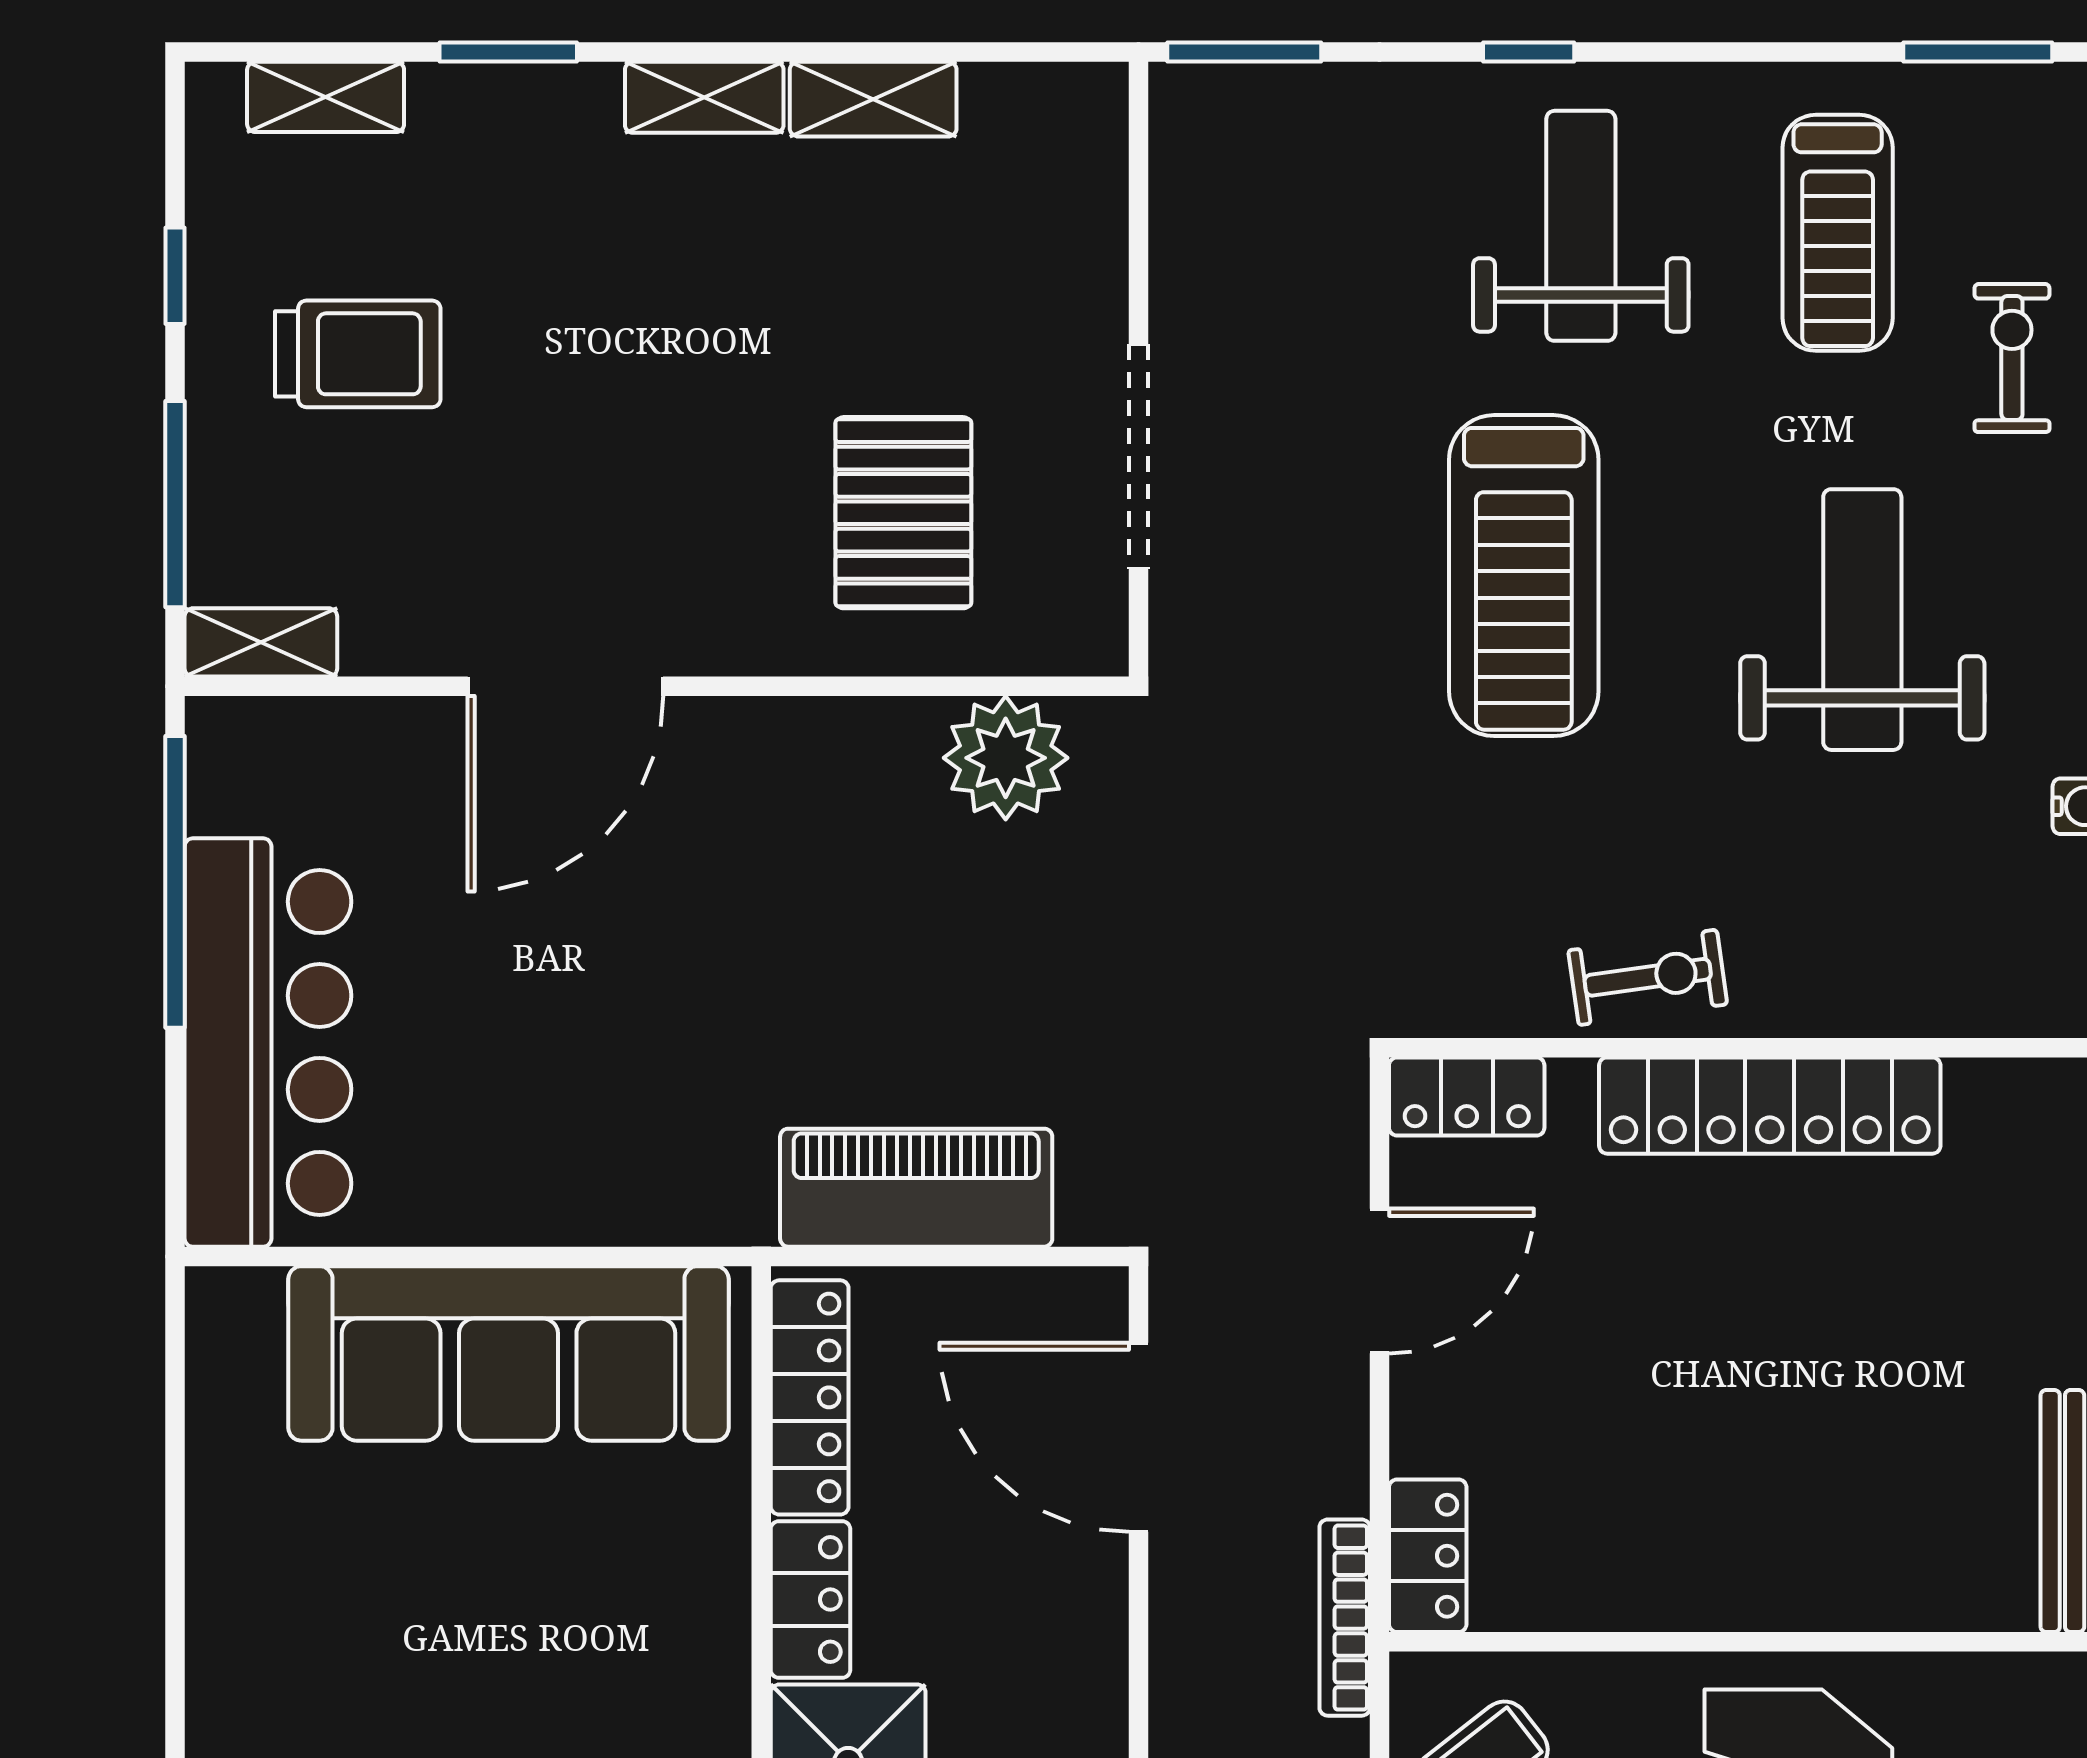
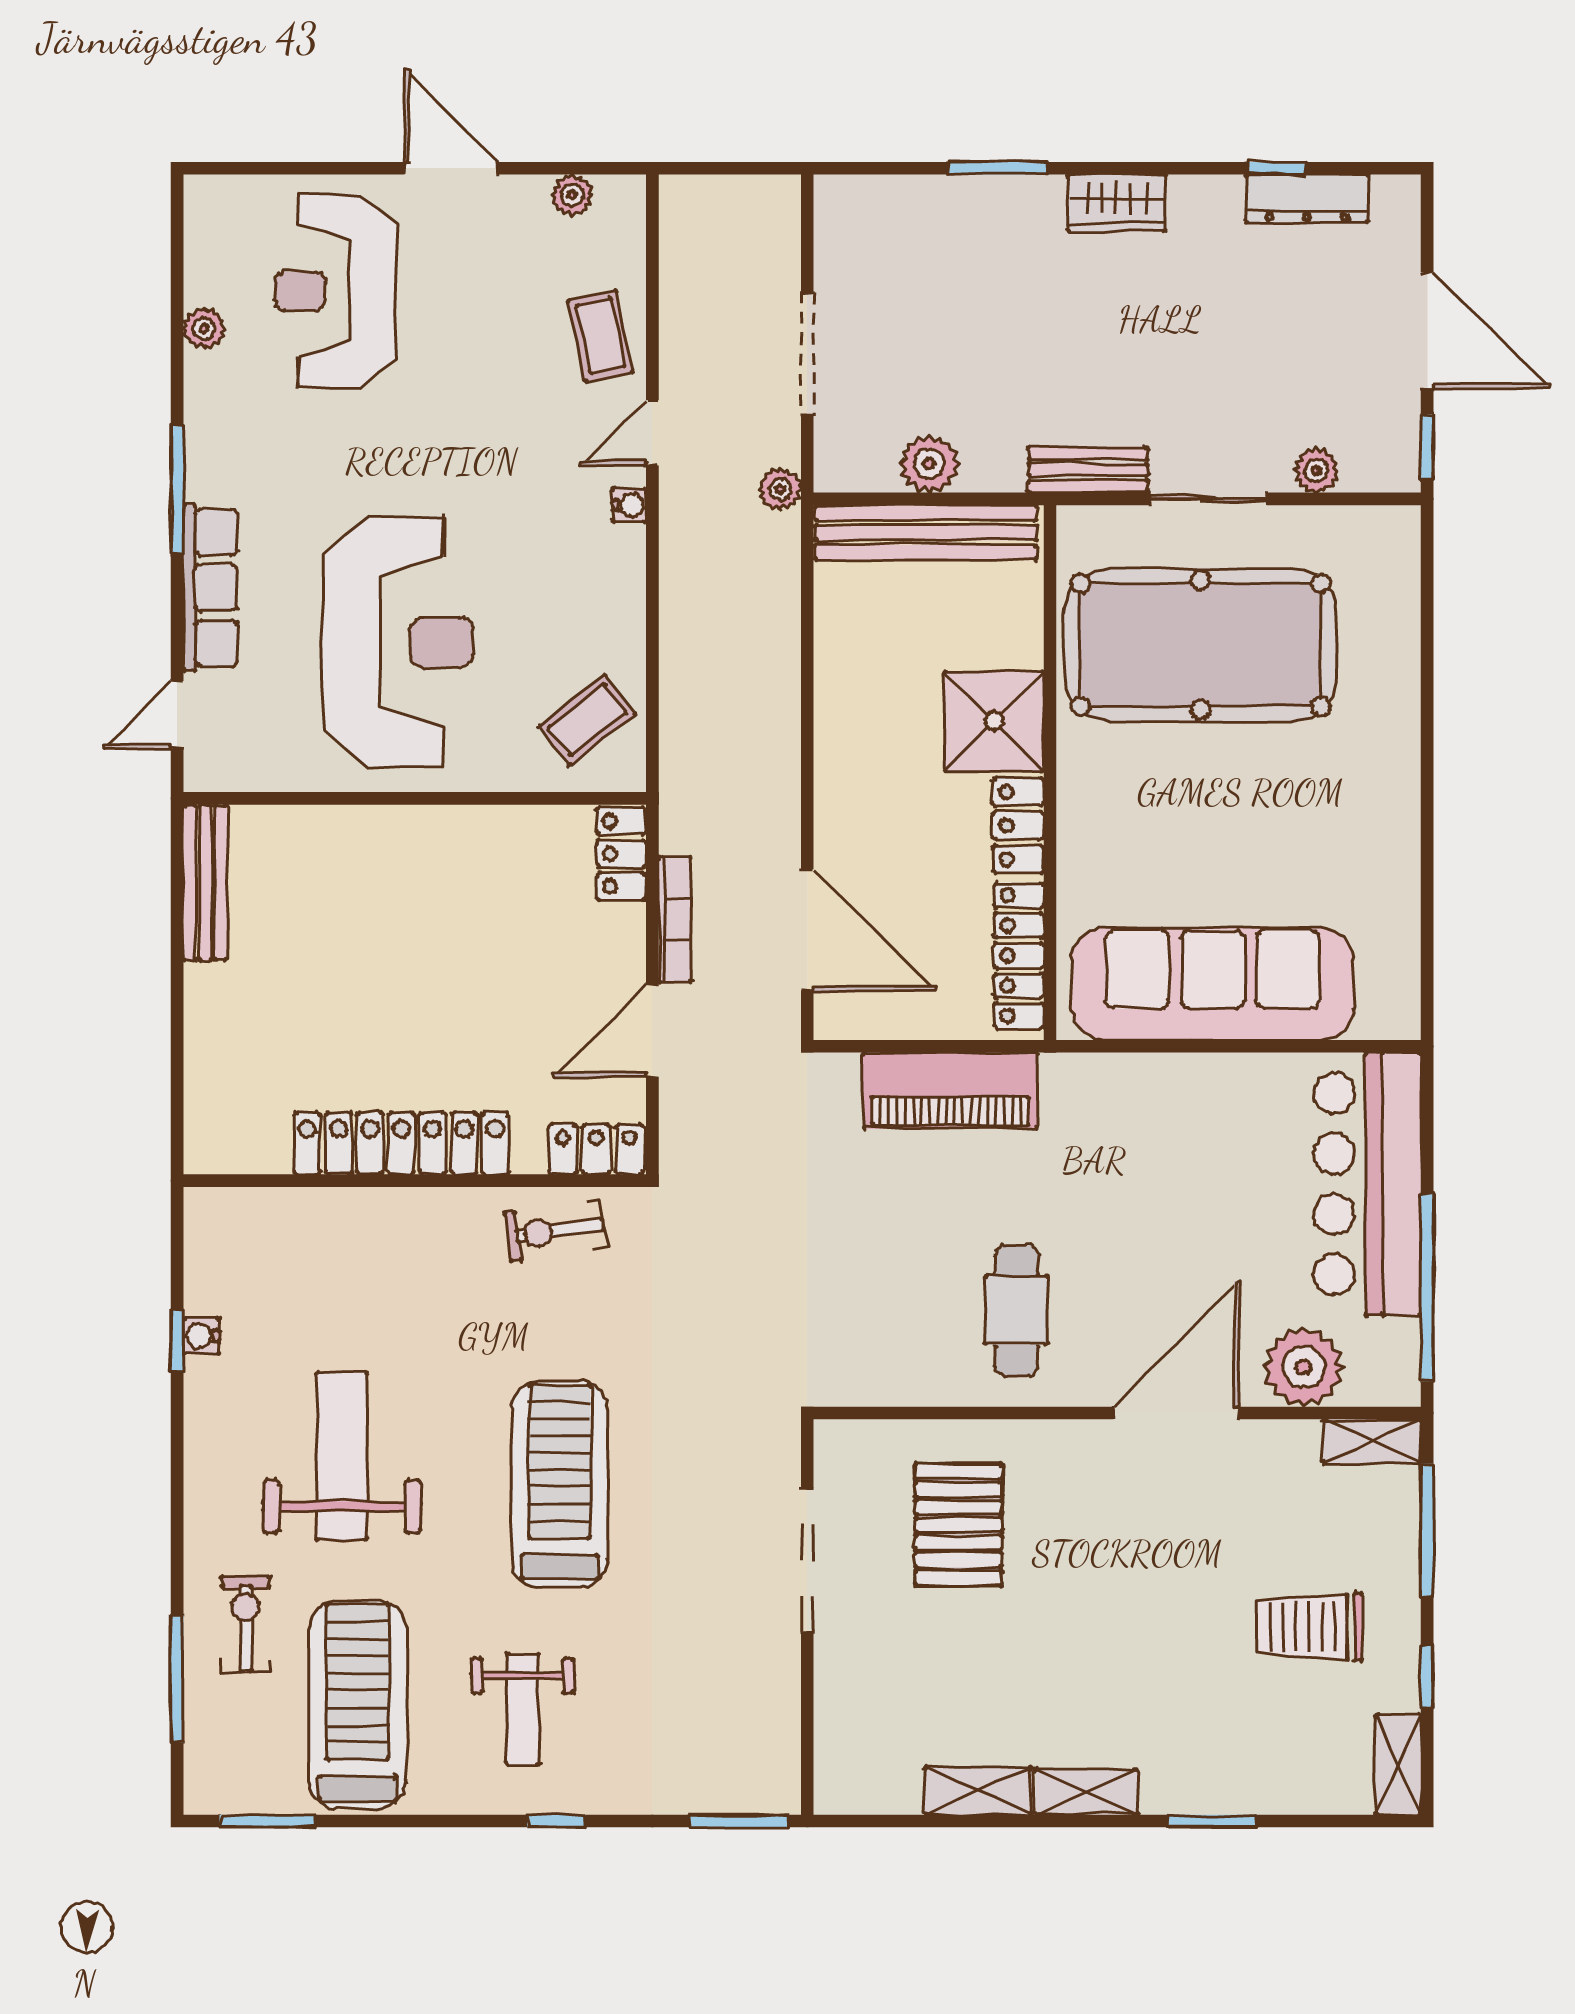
shelving: (326, 97) -> (1398, 1764), moved, turned 90
weight bench: (1581, 226) -> (523, 1709), width x0.73, depth x0.75
treadmill: (1838, 233) -> (358, 1705), width x1.37, depth x1.38
exercise bike: (2012, 358) -> (245, 1624), turned 180
weight bench: (1862, 620) -> (342, 1456), turned 180
plant: (1006, 758) -> (1304, 1367), moved
cafe table: (813, 846) -> (1016, 1310), added
exercise bike: (1648, 977) -> (555, 1231), moved
bookcase: (1345, 1618) -> (675, 919), moved

